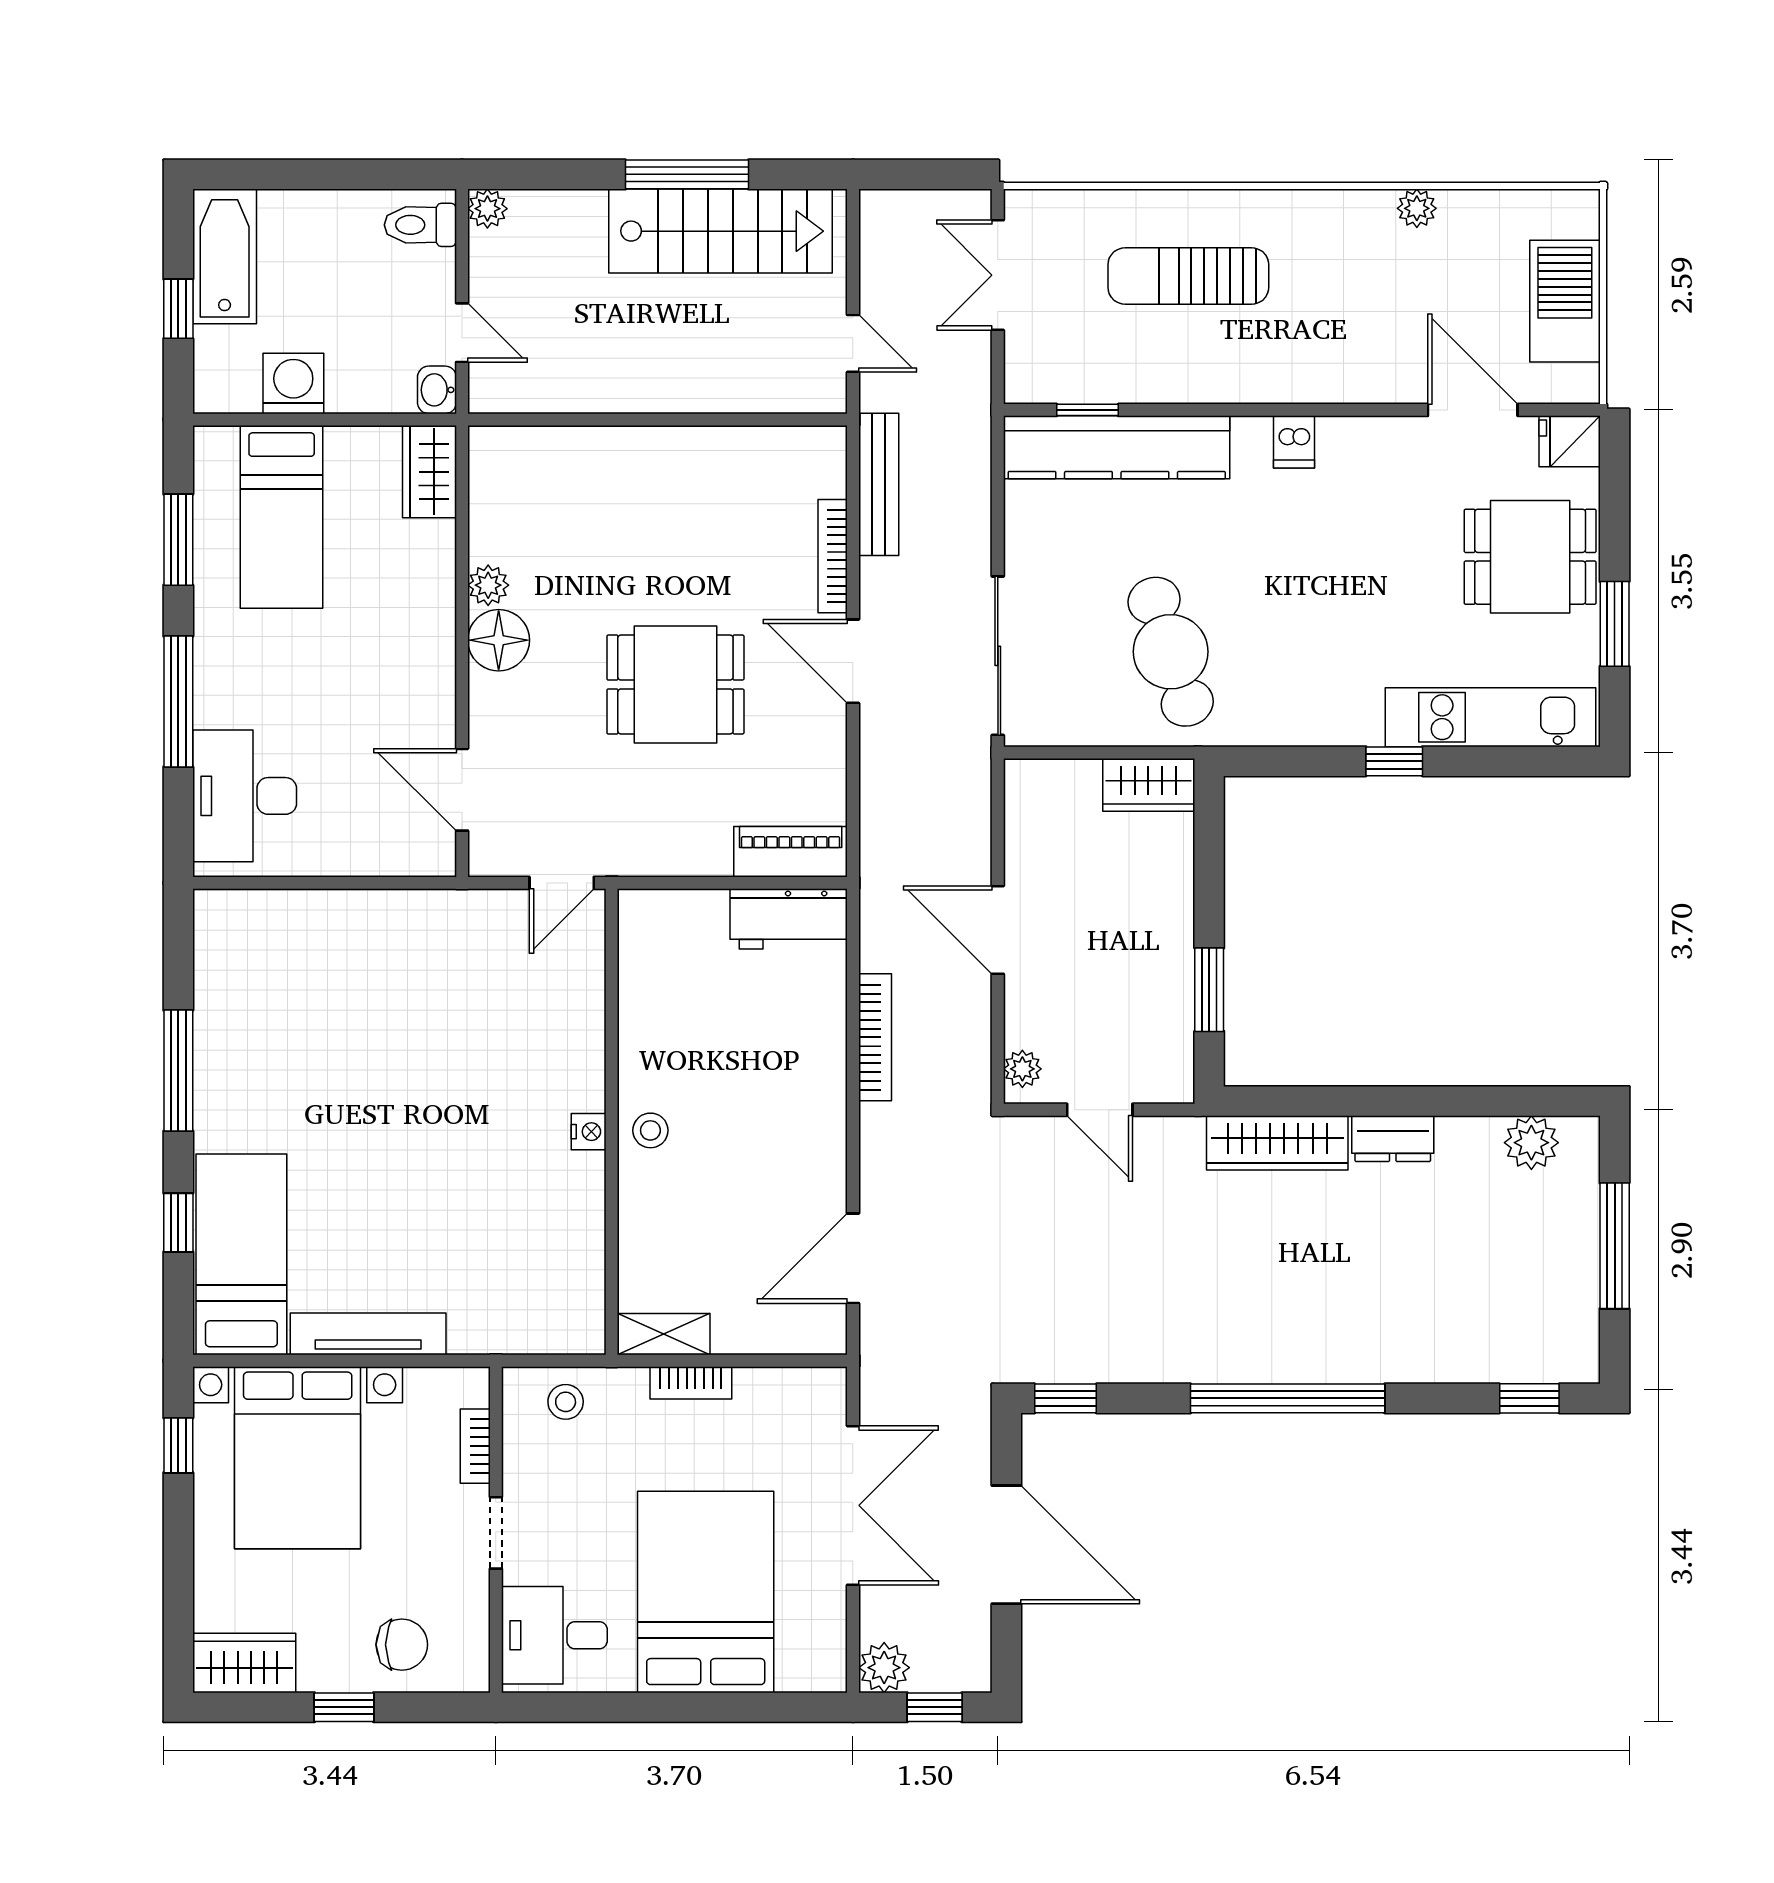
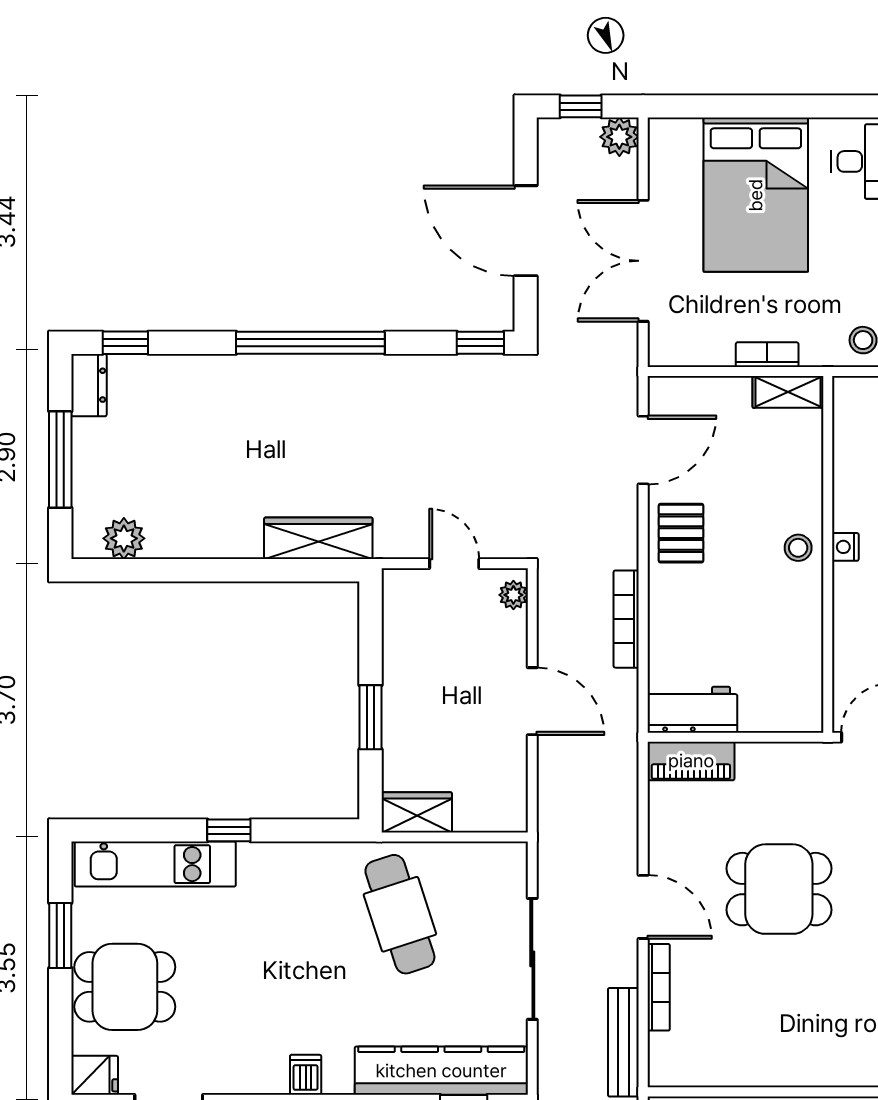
sliding door: (998, 656) -> (532, 959), moved
window: (1209, 990) -> (370, 717), moved
dresser: (1393, 1139) -> (89, 385), moved, turned 90
pallet: (803, 1150) -> (681, 533), added

